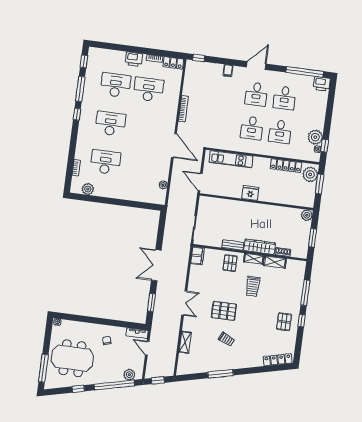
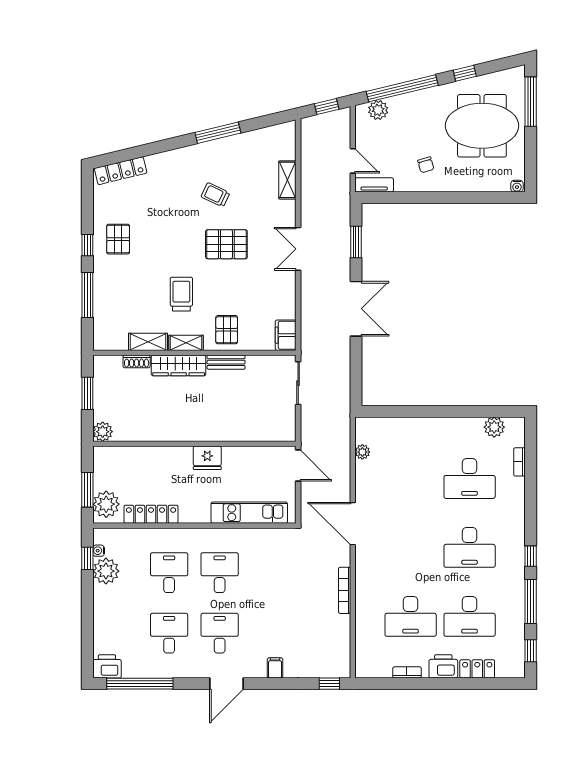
locker: (173, 63) -> (477, 669), moved

